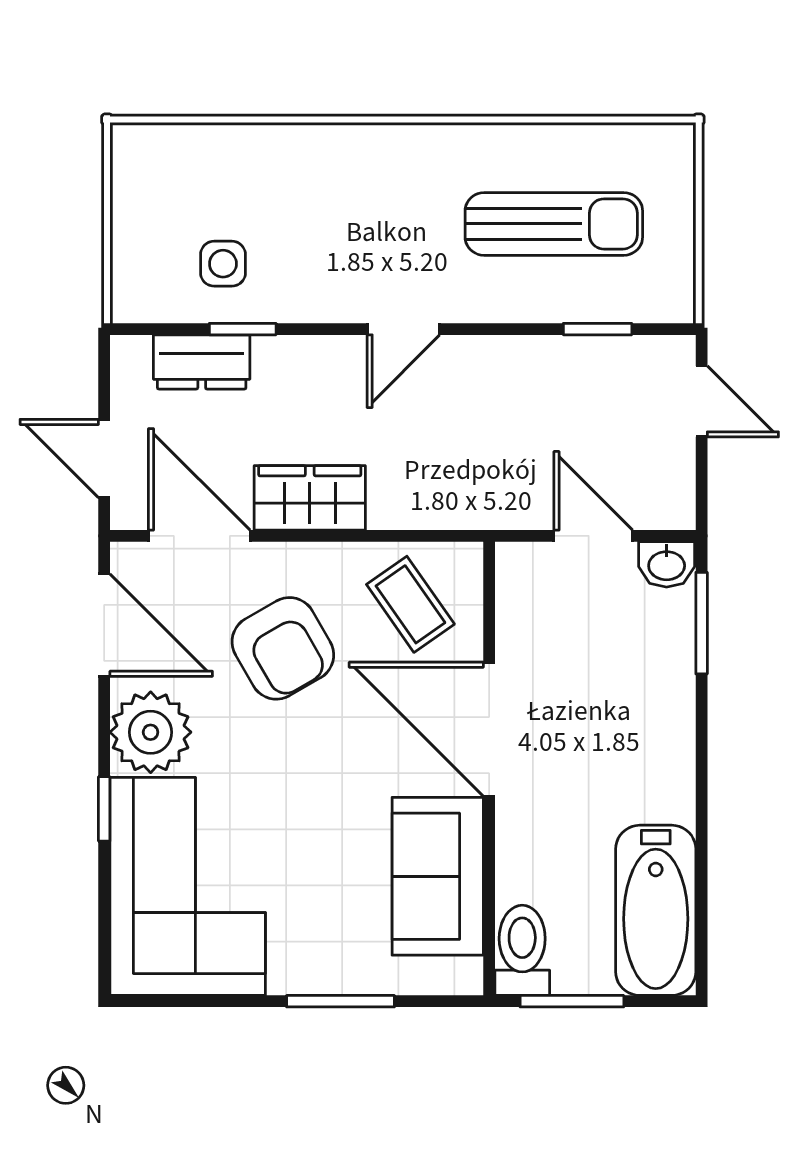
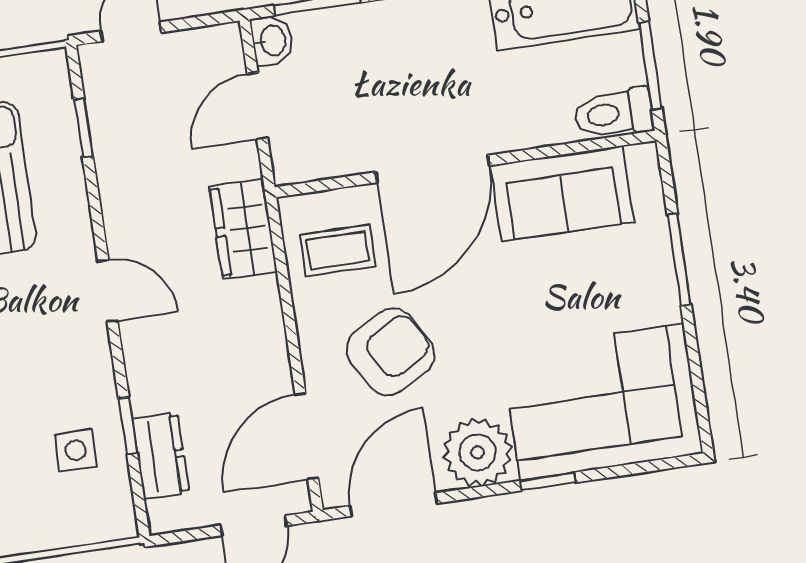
wardrobe: (310, 498) -> (243, 229), moved
coffee table: (410, 604) -> (338, 250), turned 35

